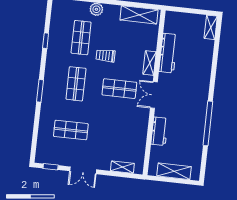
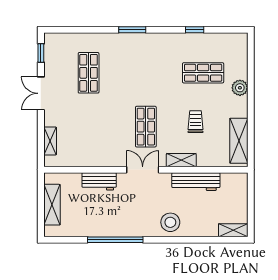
trolley: (106, 56) -> (195, 122), moved
stool: (199, 77) -> (170, 222), added
shop shelf: (76, 84) -> (146, 73), removed

